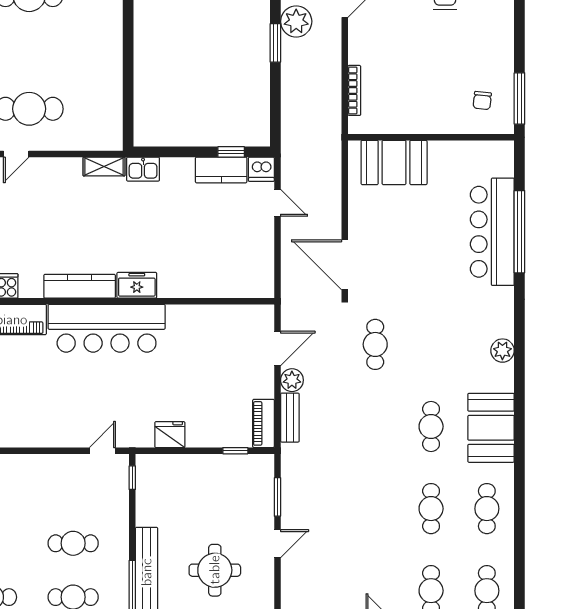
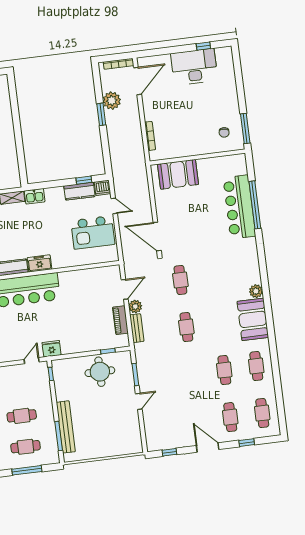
kitchen island: (235, 244) -> (93, 232), added
plant: (502, 351) -> (256, 291), moved
piano: (263, 423) -> (120, 320), moved
cafe table: (431, 426) -> (186, 327), moved
fridge: (170, 435) -> (52, 349), moved
round table: (215, 570) -> (100, 372), moved

